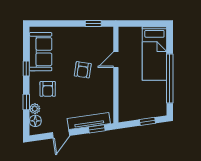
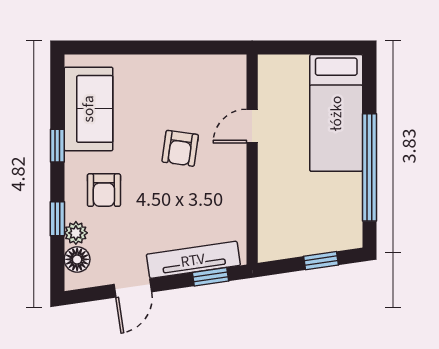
window: (93, 23) -> (203, 48), removed

